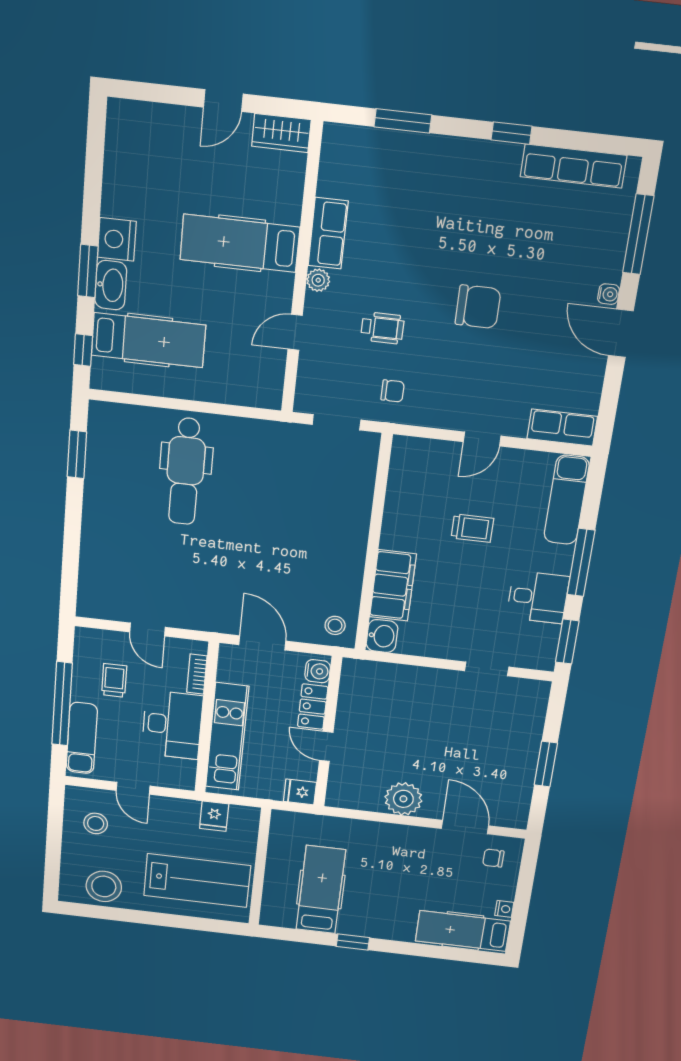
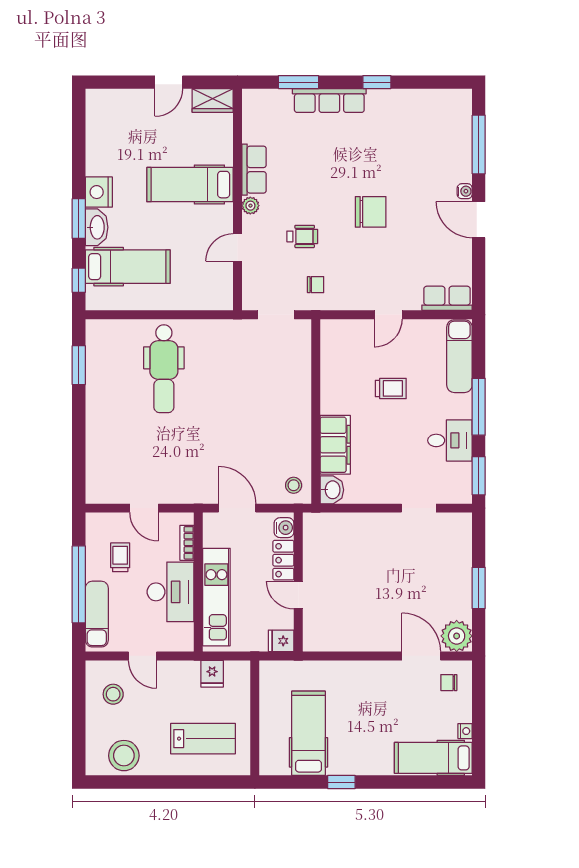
row of seats: (573, 166) -> (329, 101), moved
plant: (403, 799) -> (457, 636), moved
lab bench: (197, 880) -> (203, 739), width x0.73, depth x0.72

